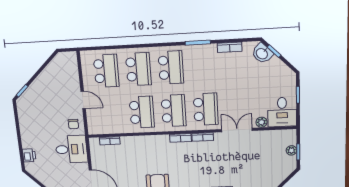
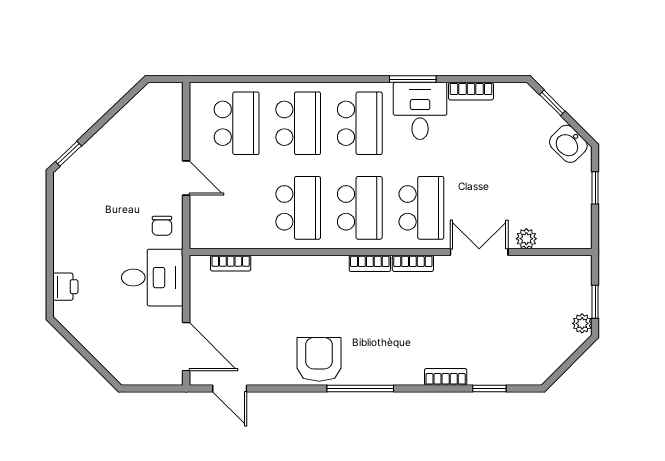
washbasin: (262, 53) -> (568, 144), moved
desk: (282, 112) -> (420, 111), moved, turned 180
plant: (291, 150) -> (582, 323), moved

